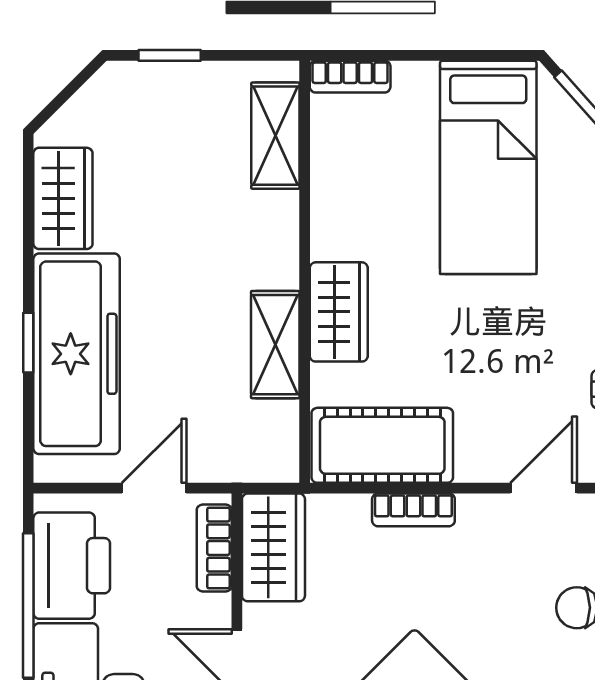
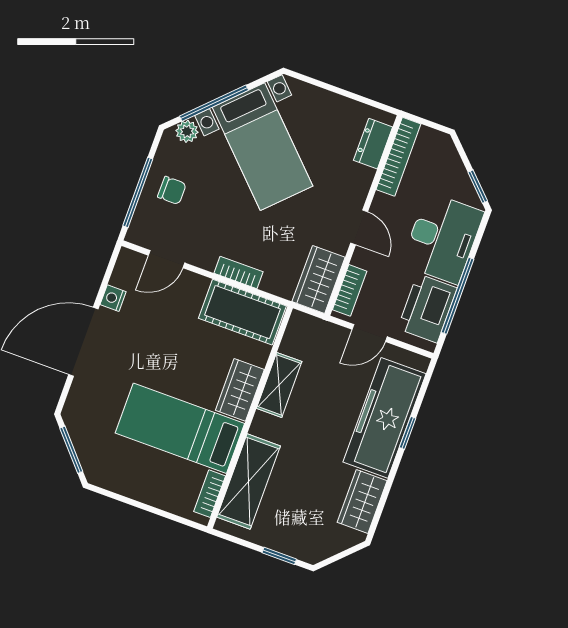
bookcase: (350, 77) -> (210, 494), moved, turned -90
shelving: (275, 136) -> (249, 481), width x1.50, depth x1.33
bed: (488, 167) -> (180, 428), moved, turned -90

